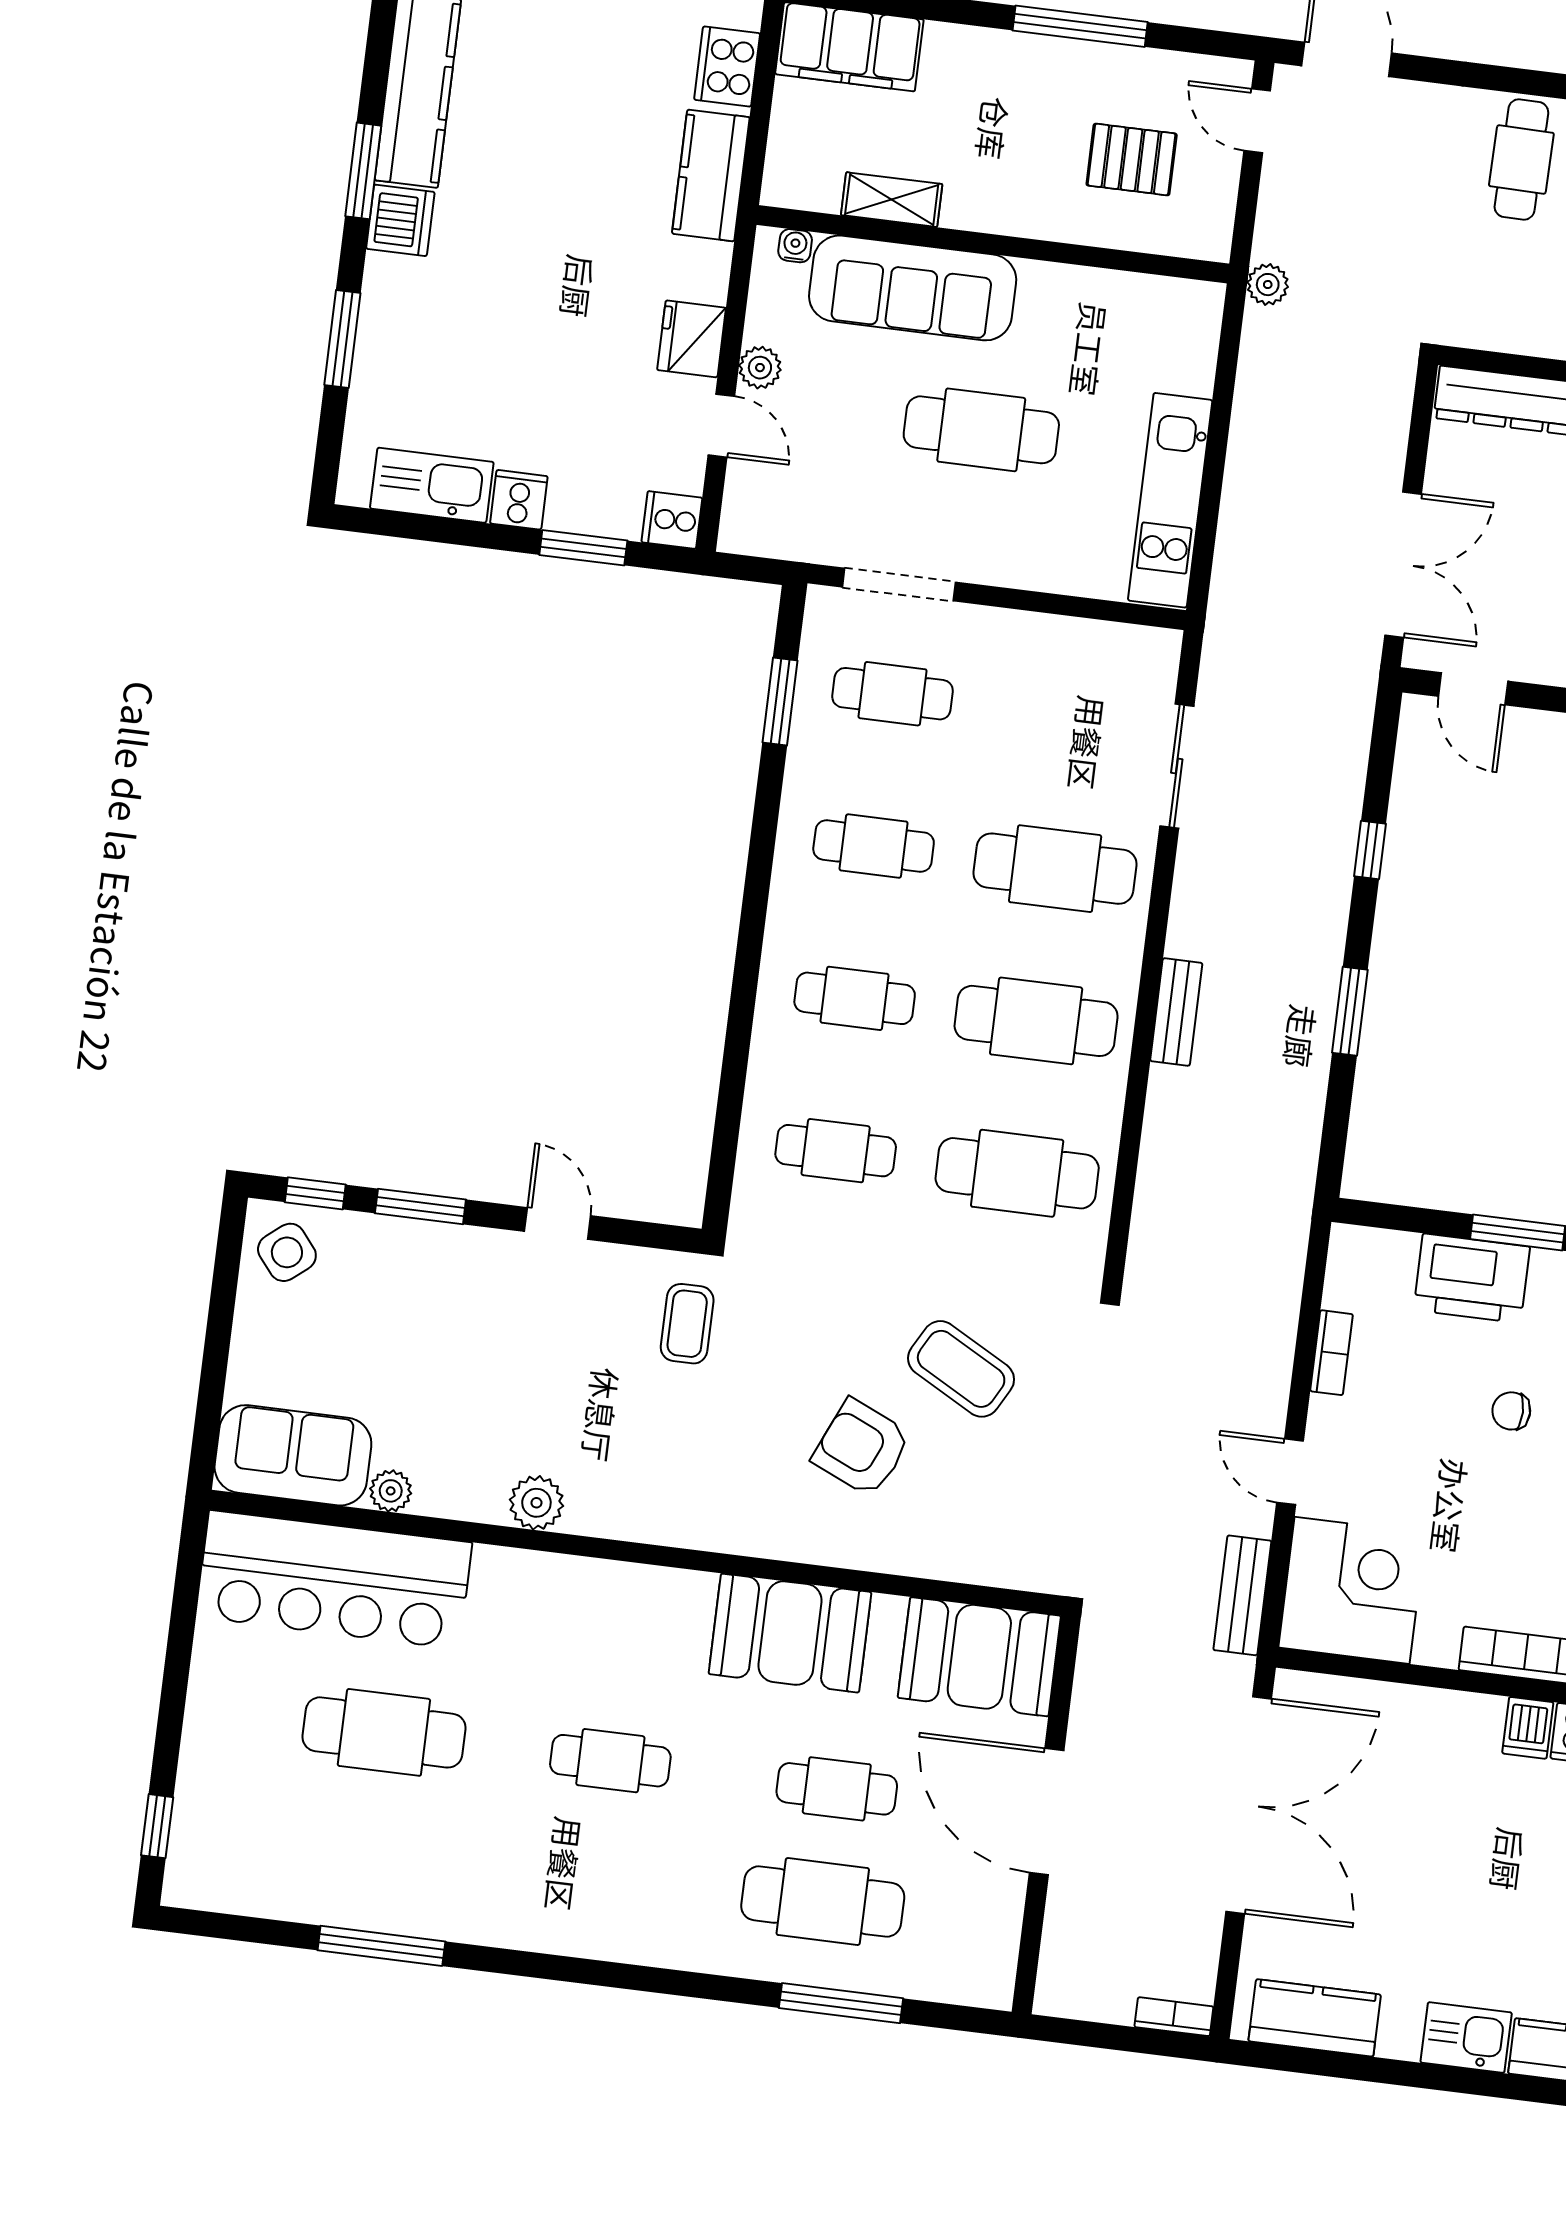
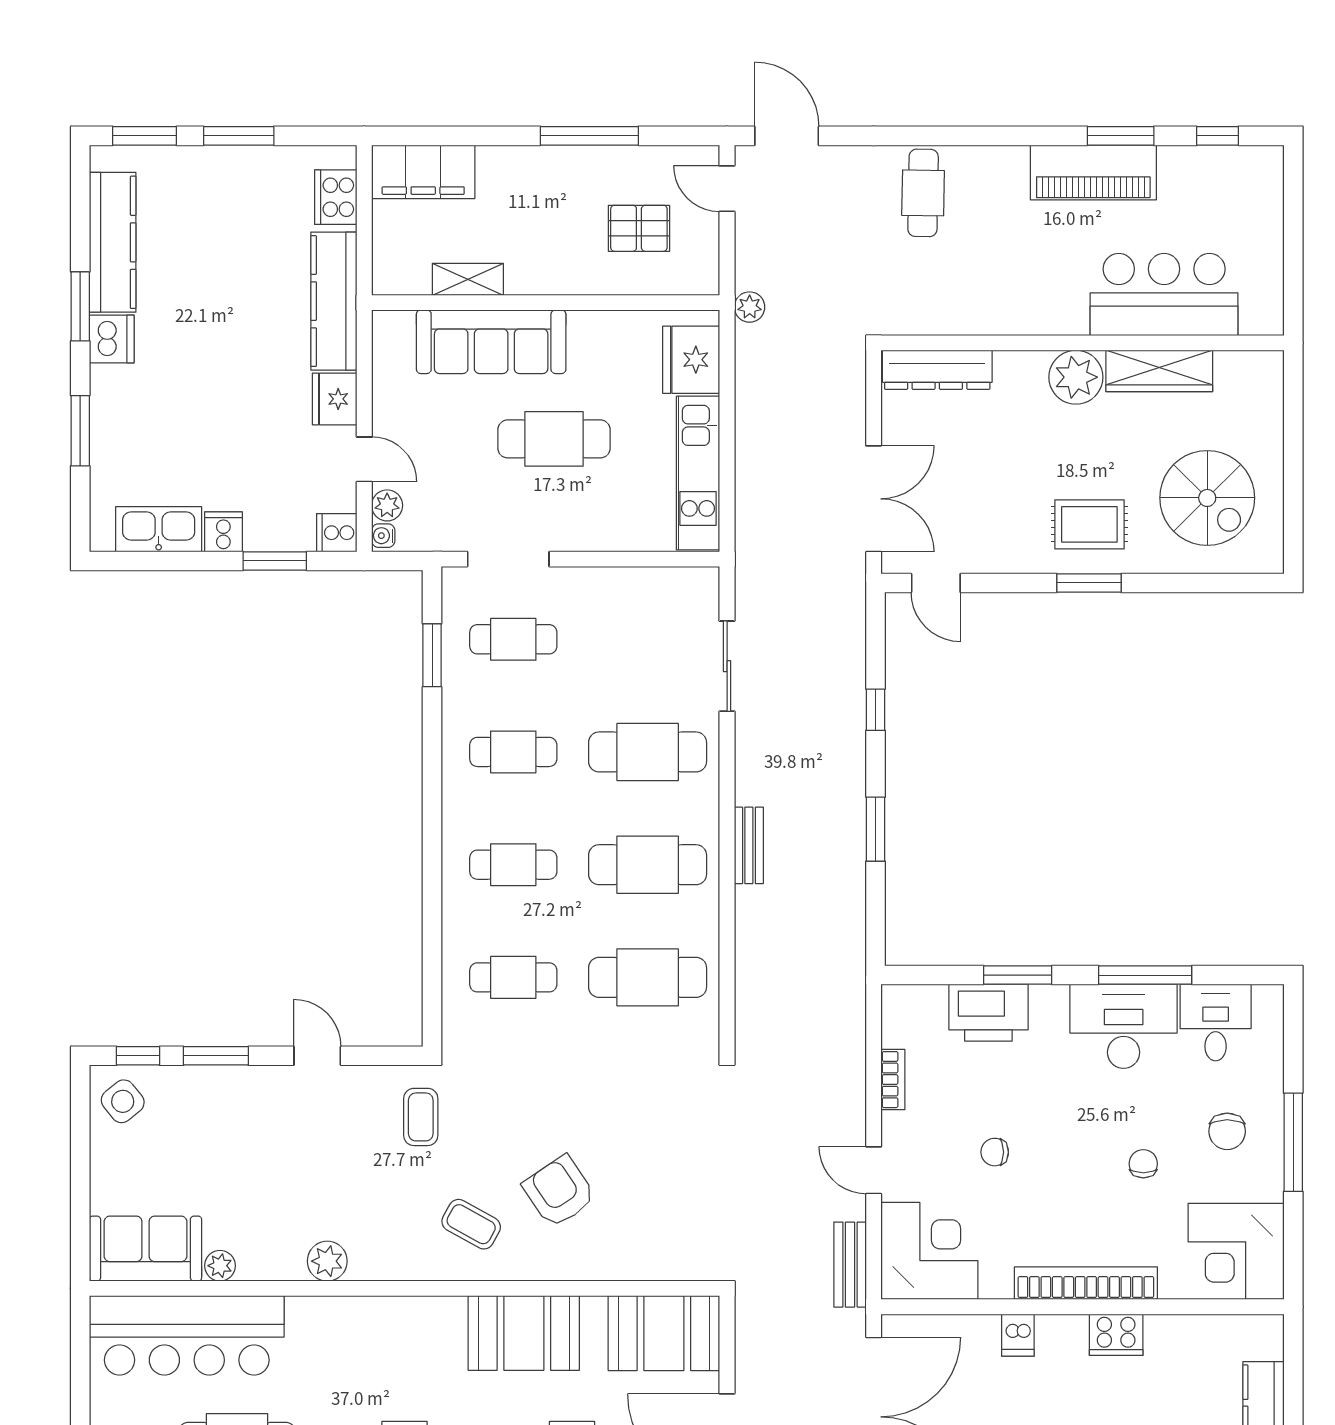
kitchen counter: (711, 175) -> (334, 301), width x1.50
water cooler: (795, 246) -> (383, 536), moved, turned -90
fridge: (1180, 346) -> (691, 360), added
plant: (760, 368) -> (387, 505), moved
coffee table: (961, 1369) -> (471, 1224), moved, width x0.73, depth x0.77
chair: (1511, 1411) -> (995, 1152), moved
armchair: (862, 1448) -> (559, 1192), turned 32
dishwasher: (1528, 1728) -> (1018, 1335), moved

